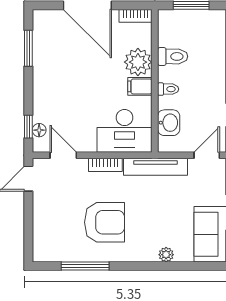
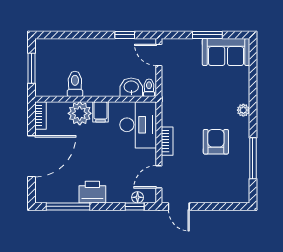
window: (28, 48) -> (68, 206), width x1.44
printer: (45, 77) -> (92, 192), added
toilet: (168, 89) -> (149, 88), moved
tv unit: (156, 167) -> (169, 98), removed
armchair: (105, 222) -> (216, 142), width x0.73, depth x0.73
plant: (166, 255) -> (243, 110), moved

